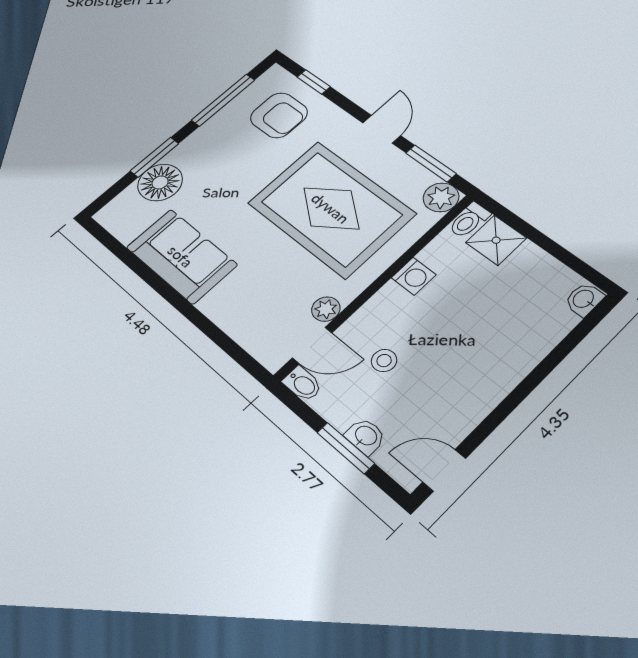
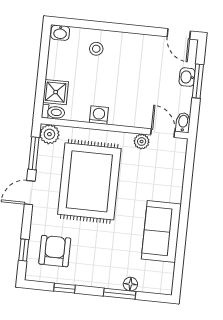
window: (223, 100) -> (64, 288), width x0.46
floor lamp: (160, 182) -> (130, 284), width x0.53, depth x0.53
stool: (384, 361) -> (96, 49), moved

